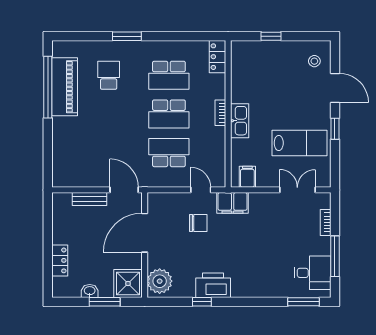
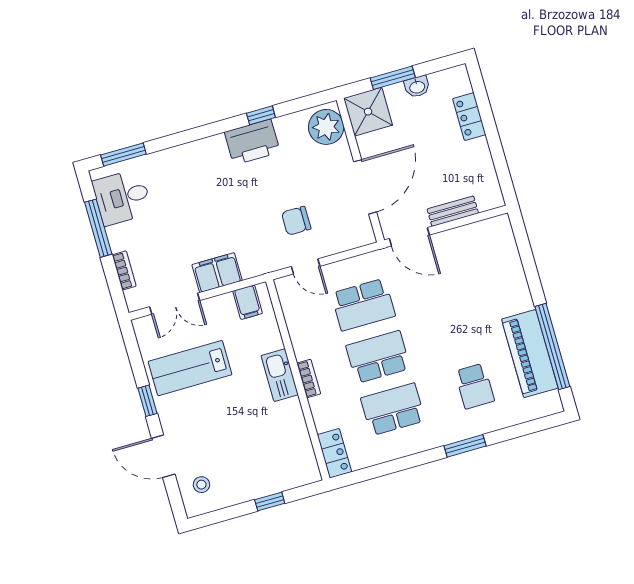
filing cabinet: (233, 203) -> (217, 273), moved

